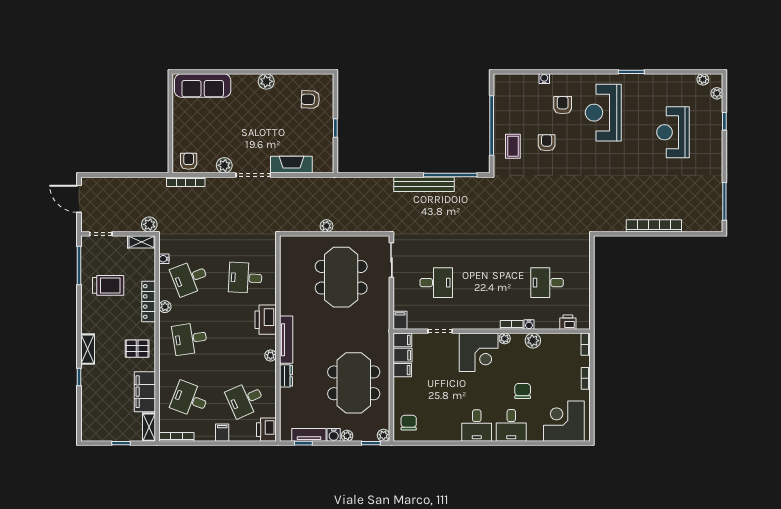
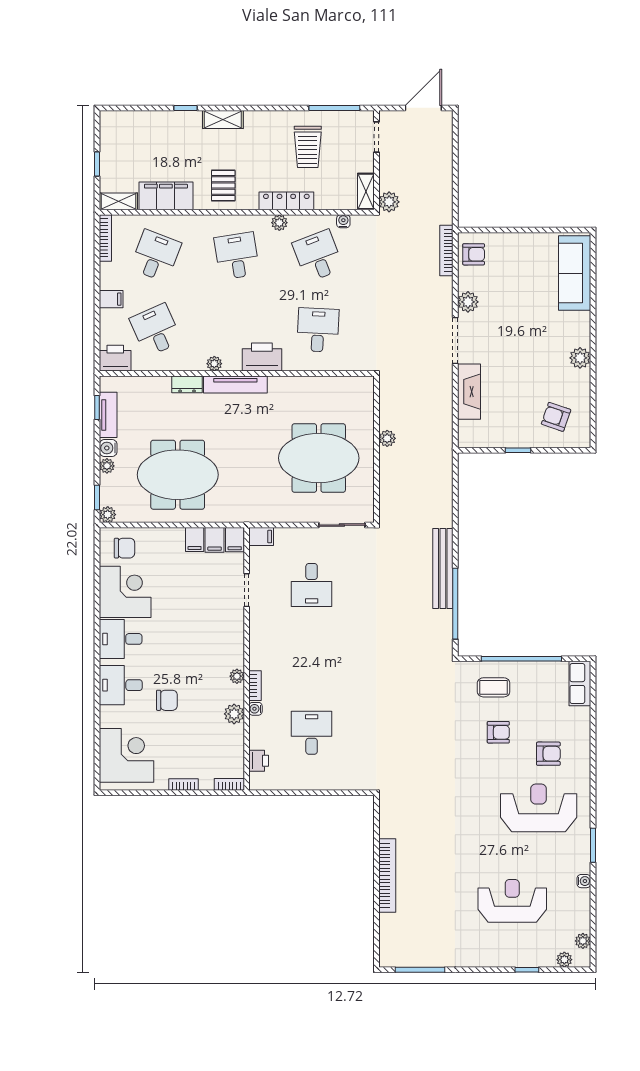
water cooler: (544, 79) -> (584, 881), moved
row of seats: (510, 82) -> (580, 684), added
armchair: (310, 99) -> (556, 417), turned -73
corner desk: (479, 352) -> (125, 592), moved, turned 180

